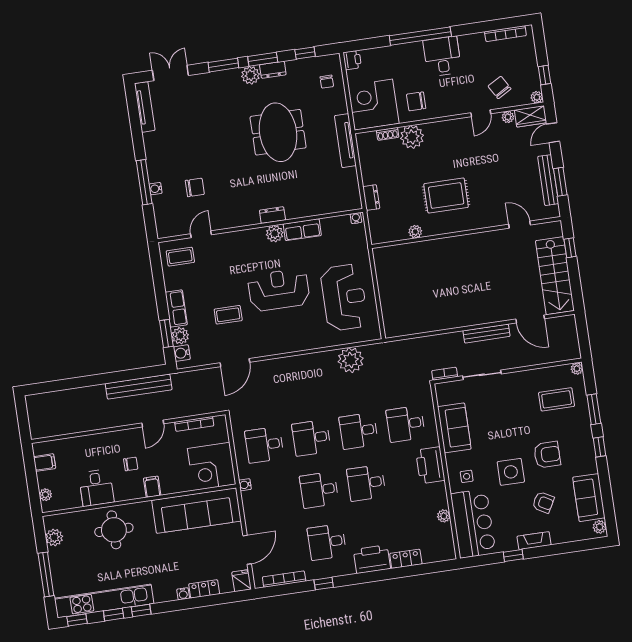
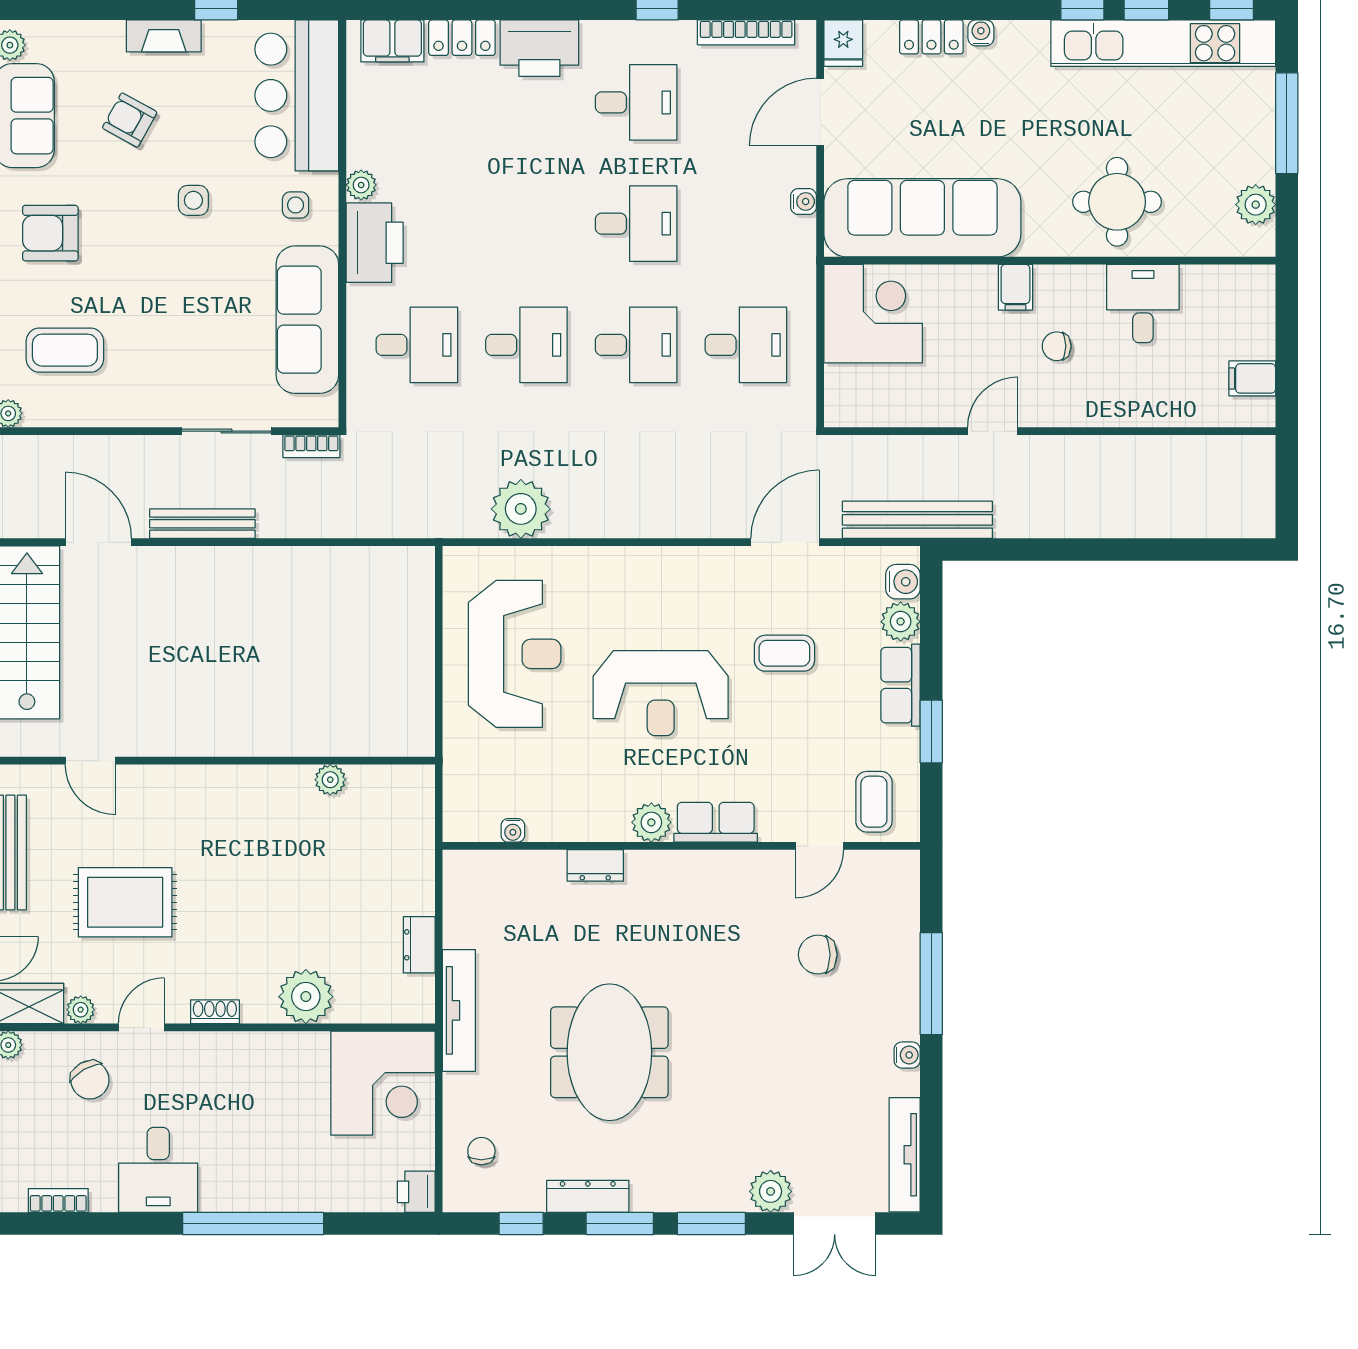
bookcase: (505, 34) -> (58, 1200), width x0.64
desk: (442, 56) -> (158, 1170), moved
dresser: (273, 70) -> (588, 1196), width x1.44
plant: (251, 75) -> (771, 1191), moved
chair: (416, 101) -> (284, 1076), removed
shoe rack: (388, 134) -> (215, 1012), moved
water cooler: (156, 189) -> (907, 1055), moved
rug: (446, 196) -> (125, 902), moved
dresser: (371, 198) -> (419, 945), moved
dresser: (272, 215) -> (595, 865), moved
water cooler: (356, 218) -> (513, 830), moved
row of seats: (302, 230) -> (716, 822), moved
coffee table: (180, 257) -> (874, 802), turned 90
reception desk: (344, 297) -> (515, 654), turned 180
window: (166, 334) -> (931, 732), moved
bench: (139, 387) -> (917, 520), moved
bookcase: (194, 424) -> (898, 416), removed
sofa: (454, 428) -> (307, 320), width x1.36
armchair: (547, 455) -> (50, 233), moved
side table: (511, 472) -> (193, 200), width x0.54, depth x0.54
desk: (366, 483) -> (526, 224), removed
water cooler: (245, 485) -> (804, 202), moved
plant: (45, 495) -> (1261, 305), removed
plant: (444, 516) -> (361, 185), moved
filing cabinet: (435, 553) -> (392, 41), added

